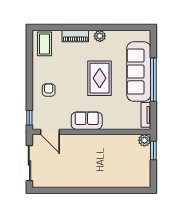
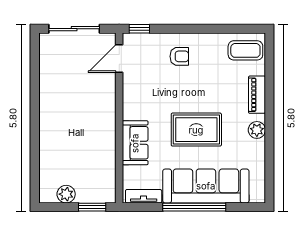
sofa: (87, 121) -> (135, 143), moved
plant: (144, 140) -> (66, 194), moved

